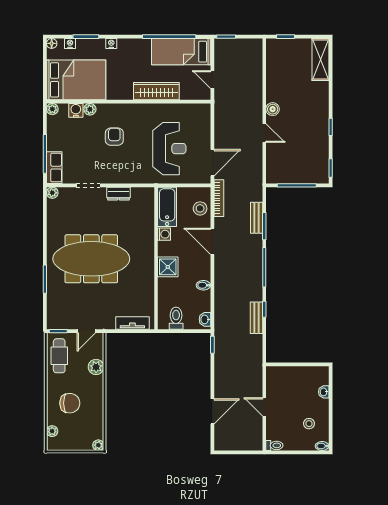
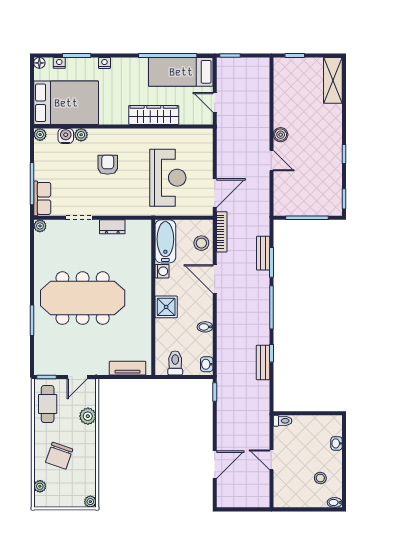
chair: (70, 403) -> (59, 456), turned 109
toilet: (274, 445) -> (283, 421), moved

